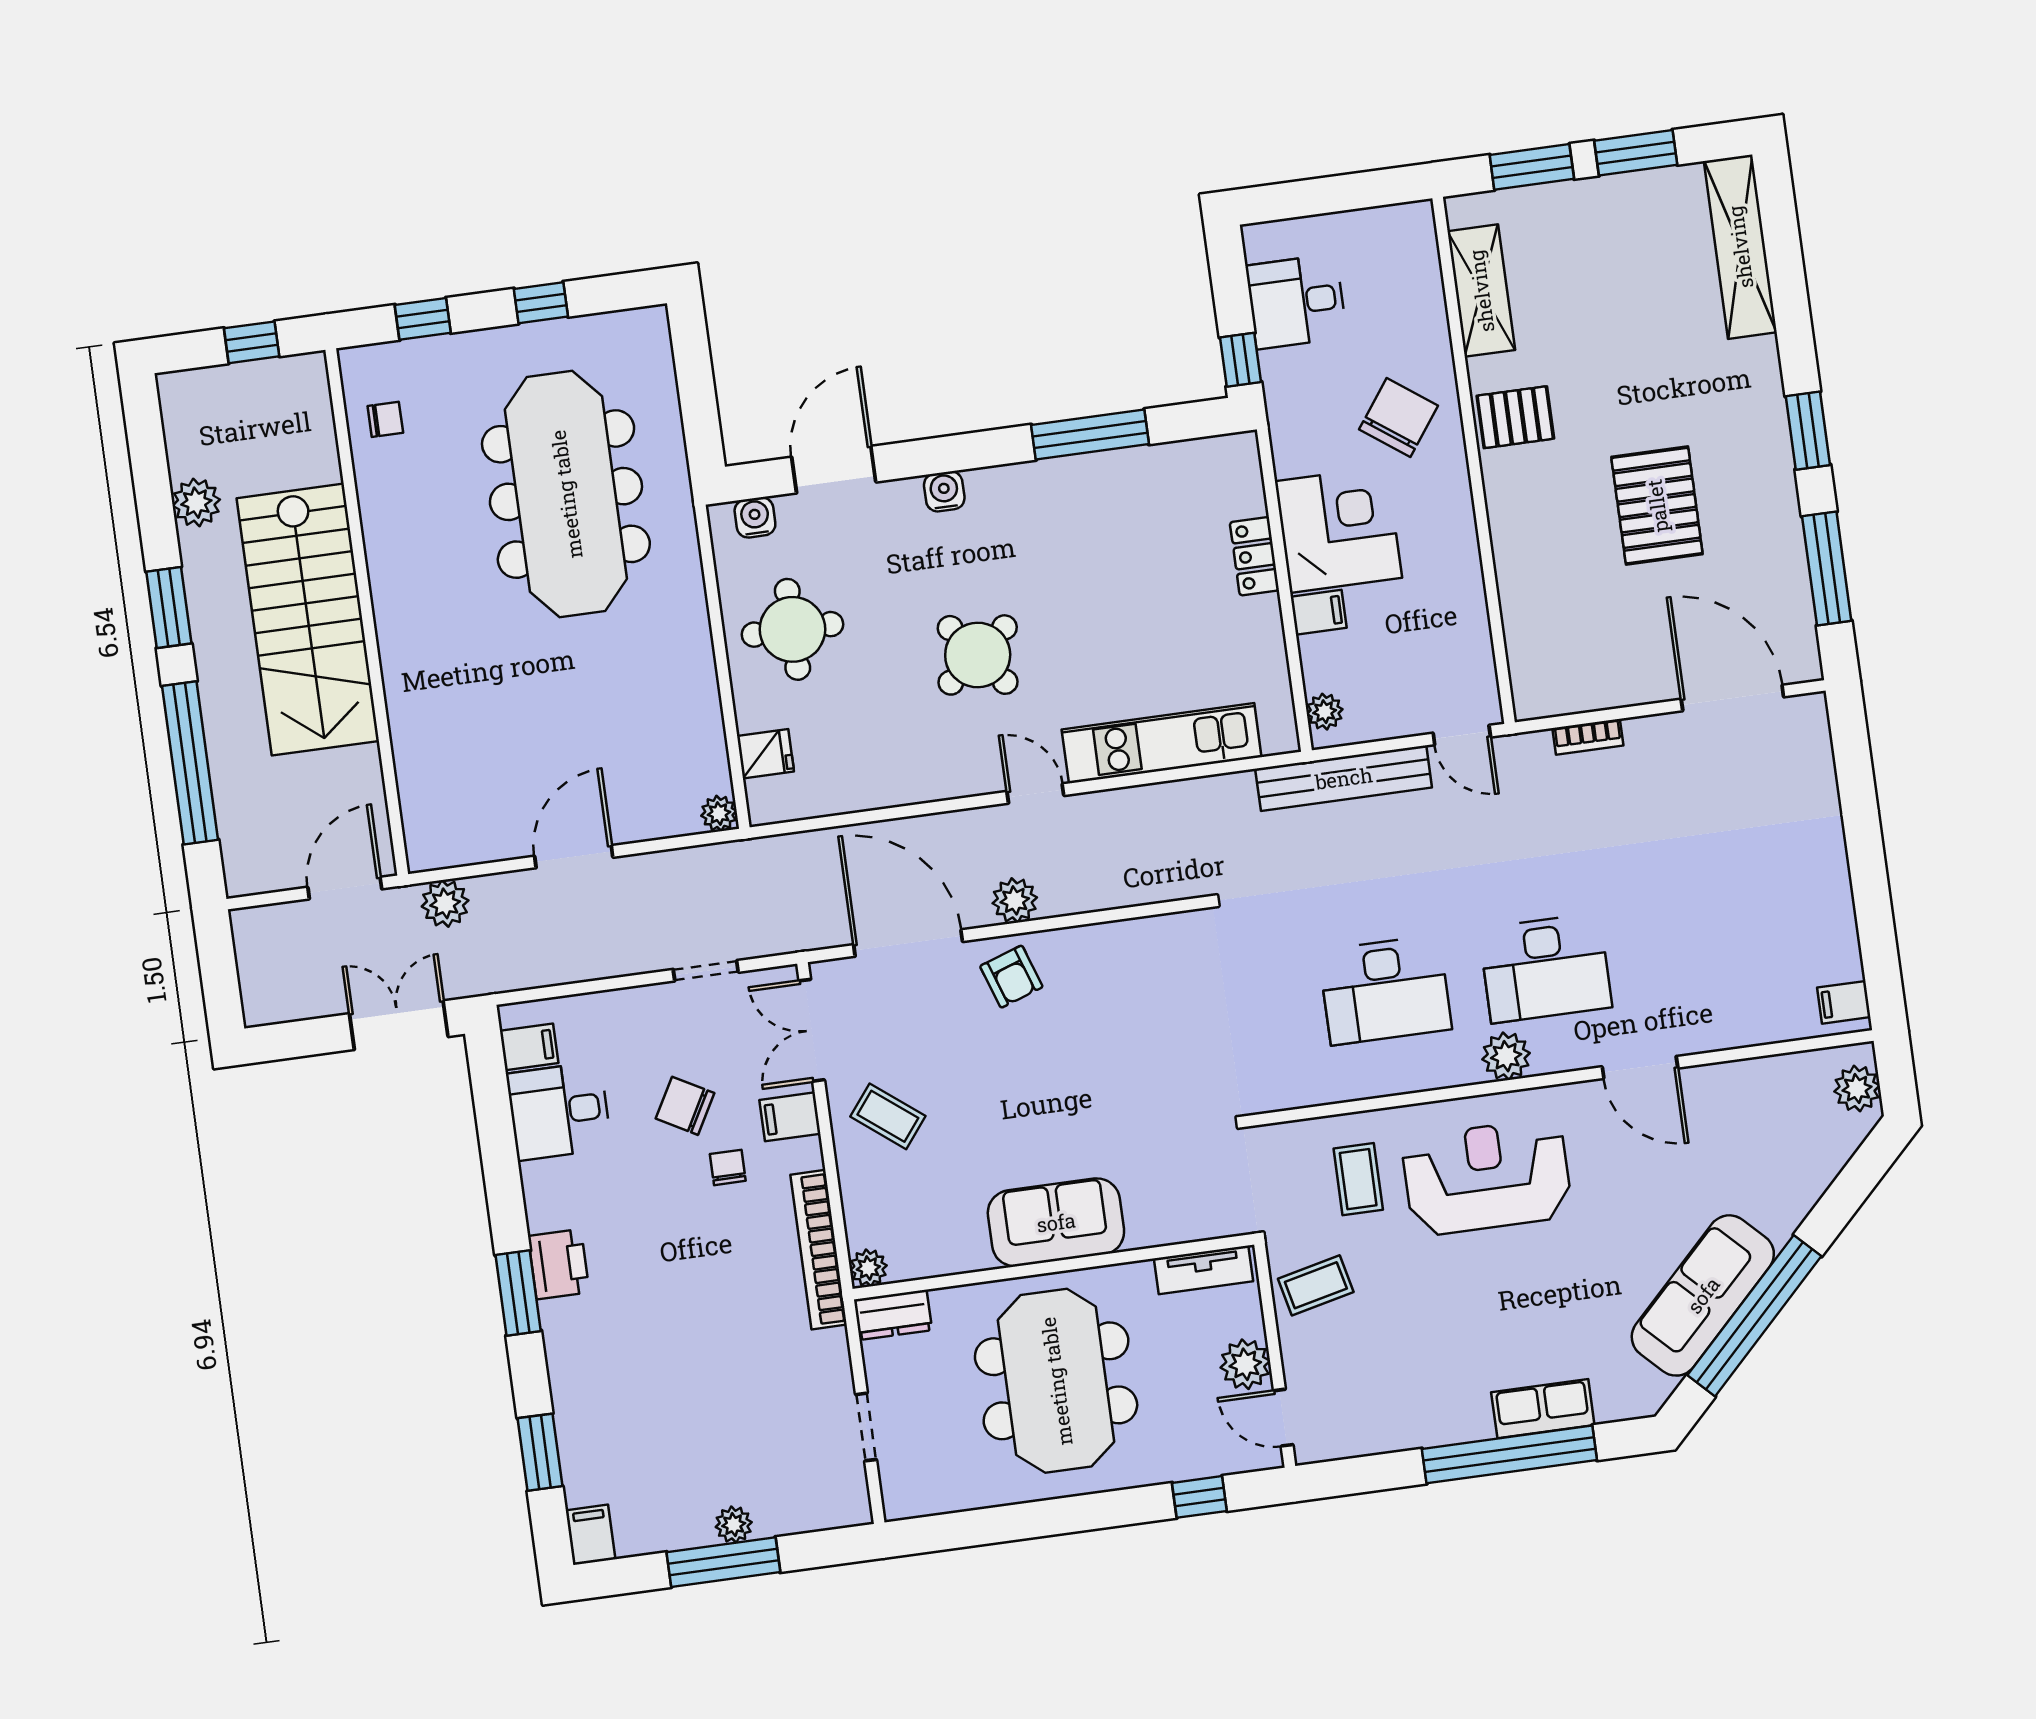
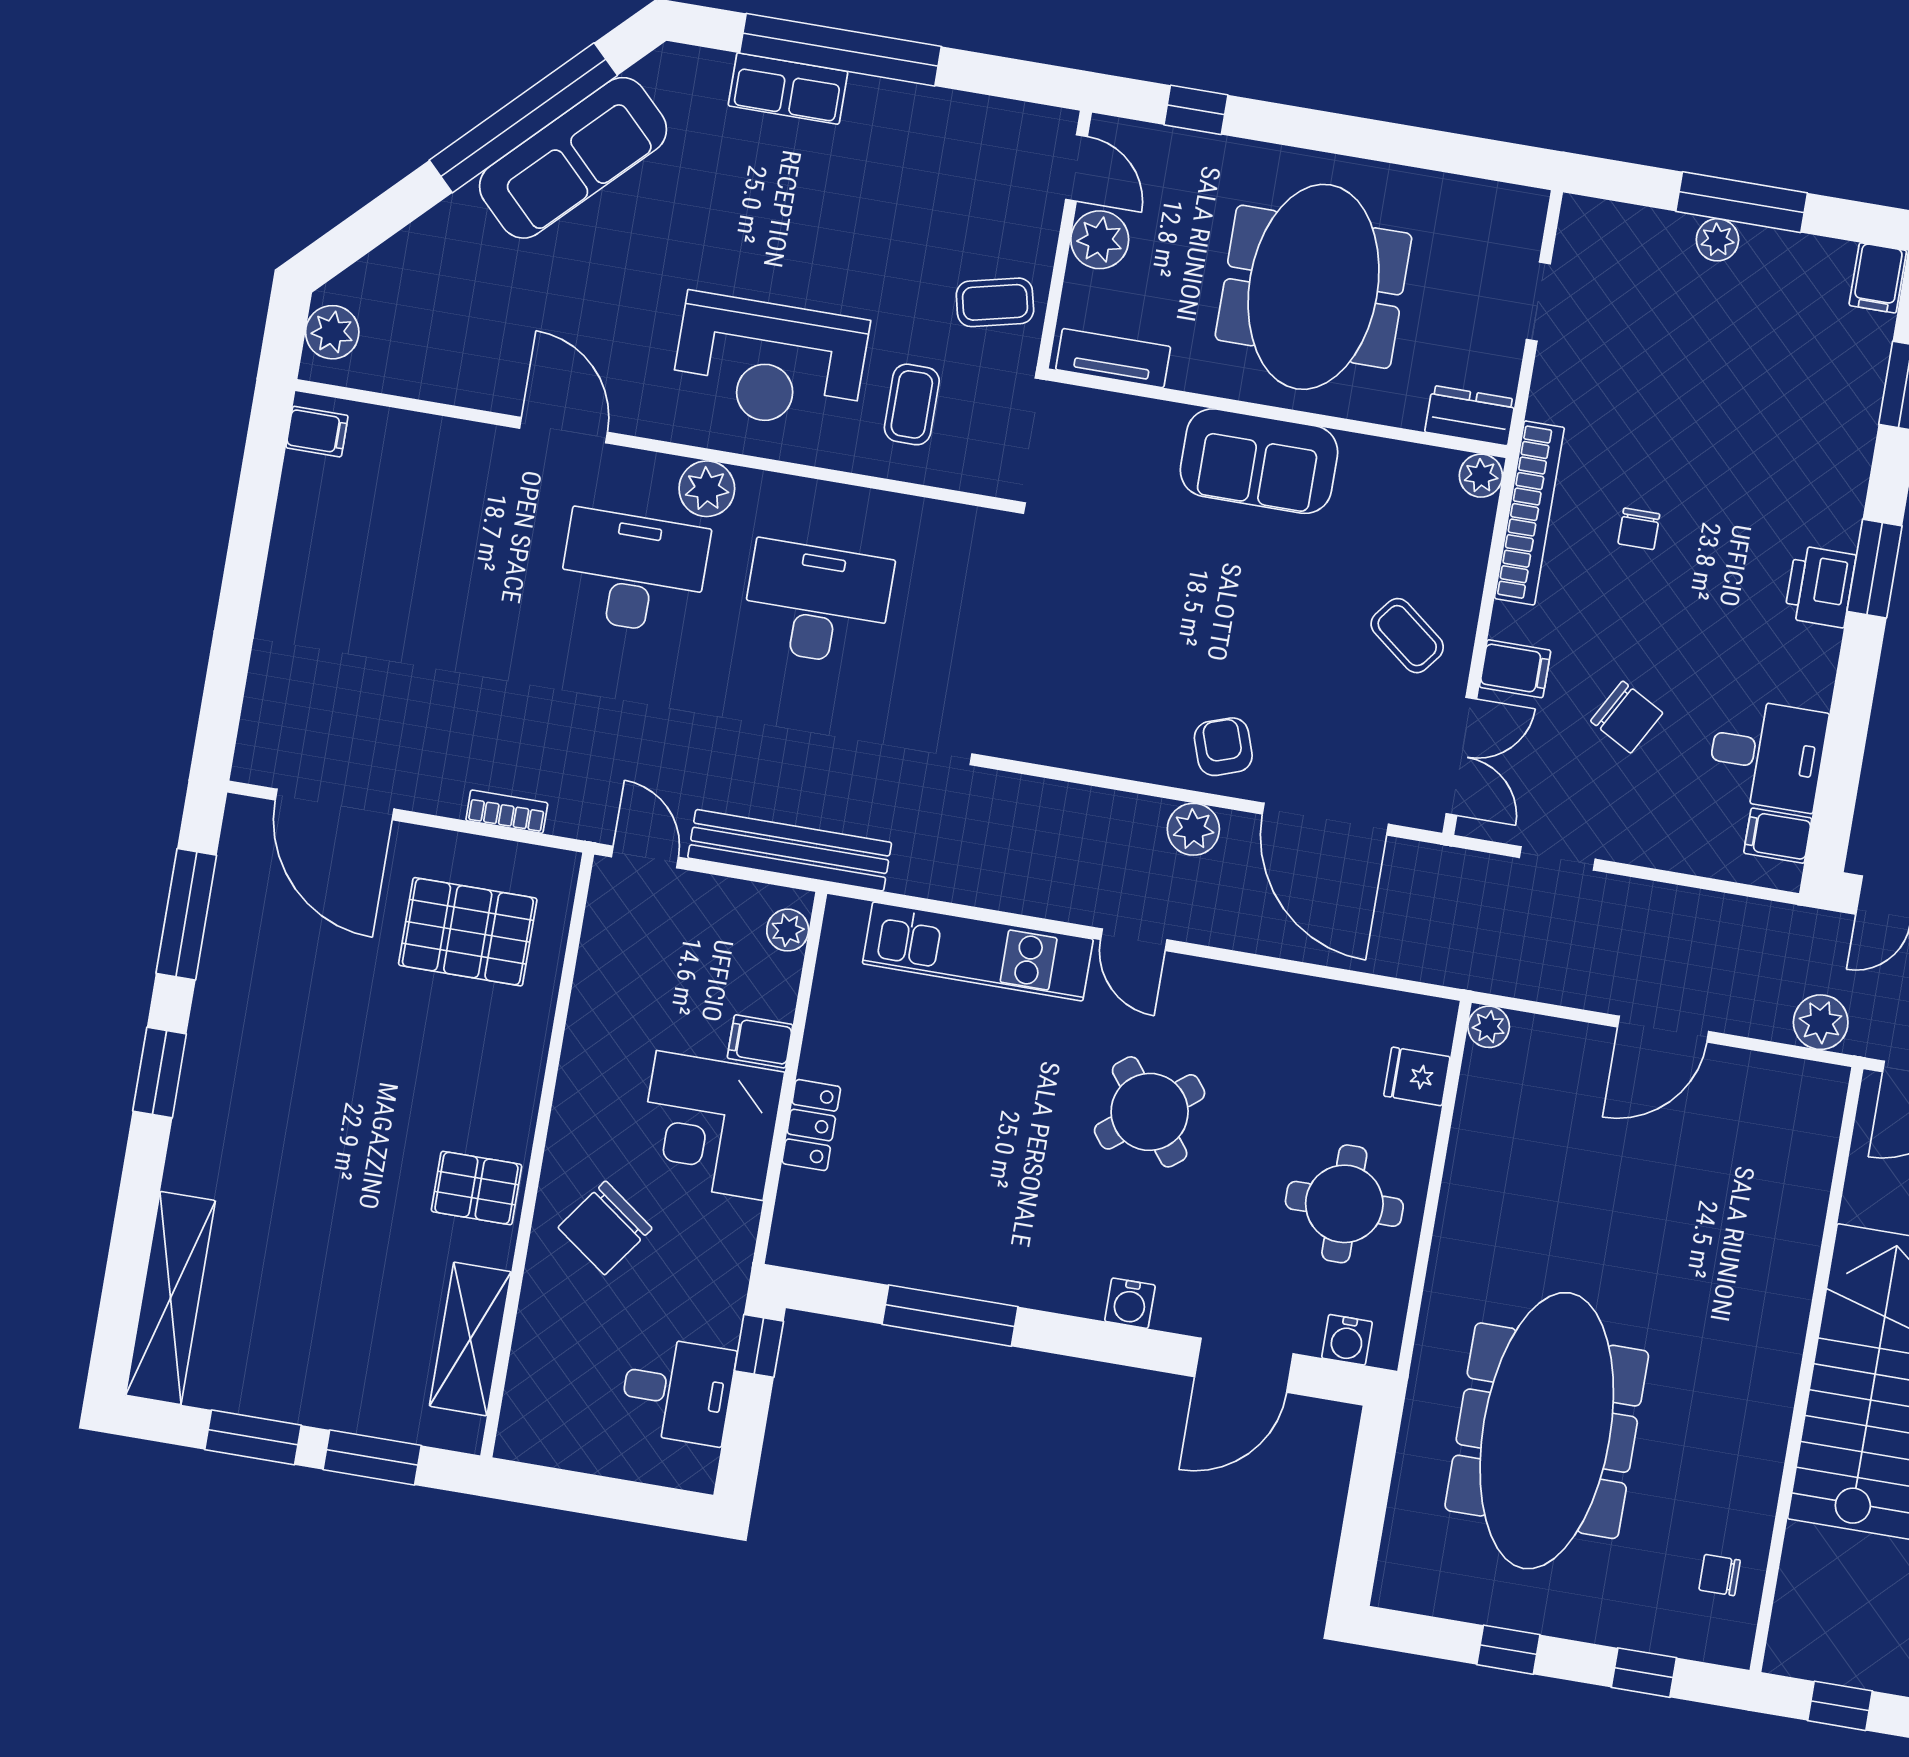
pallet: (1657, 506) -> (468, 932), moved, turned 90
chair: (728, 1167) -> (1639, 529), moved

